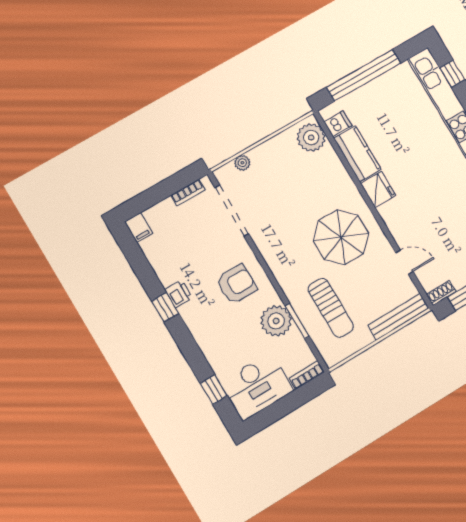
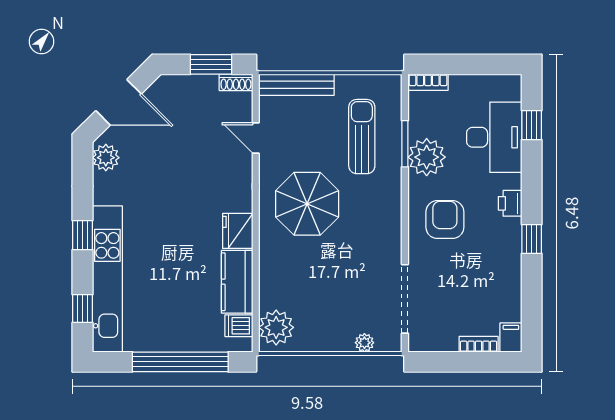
bookcase: (188, 193) -> (479, 344), moved
armchair: (236, 284) -> (445, 220), turned 90
printer: (178, 294) -> (510, 203), moved
desk: (257, 386) -> (494, 137), moved, turned 90

